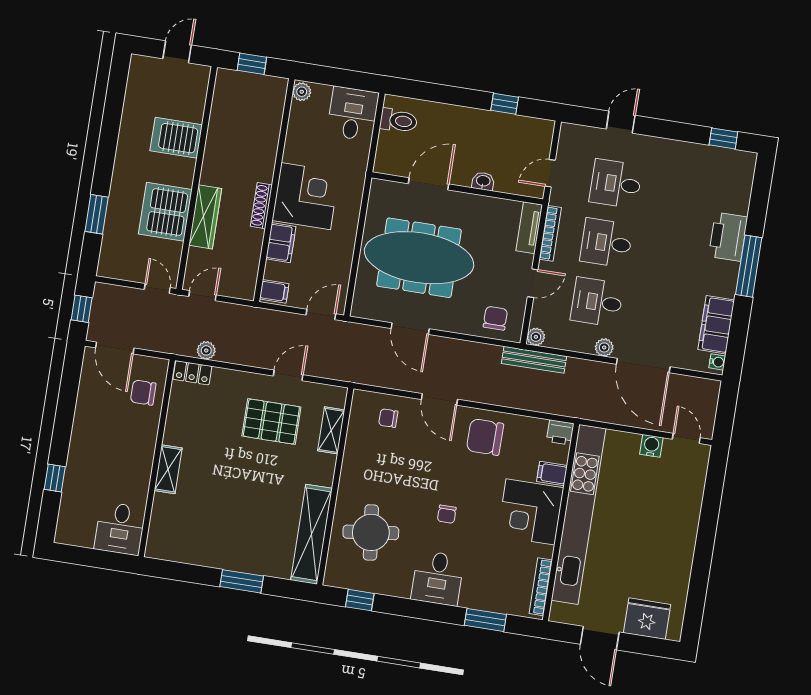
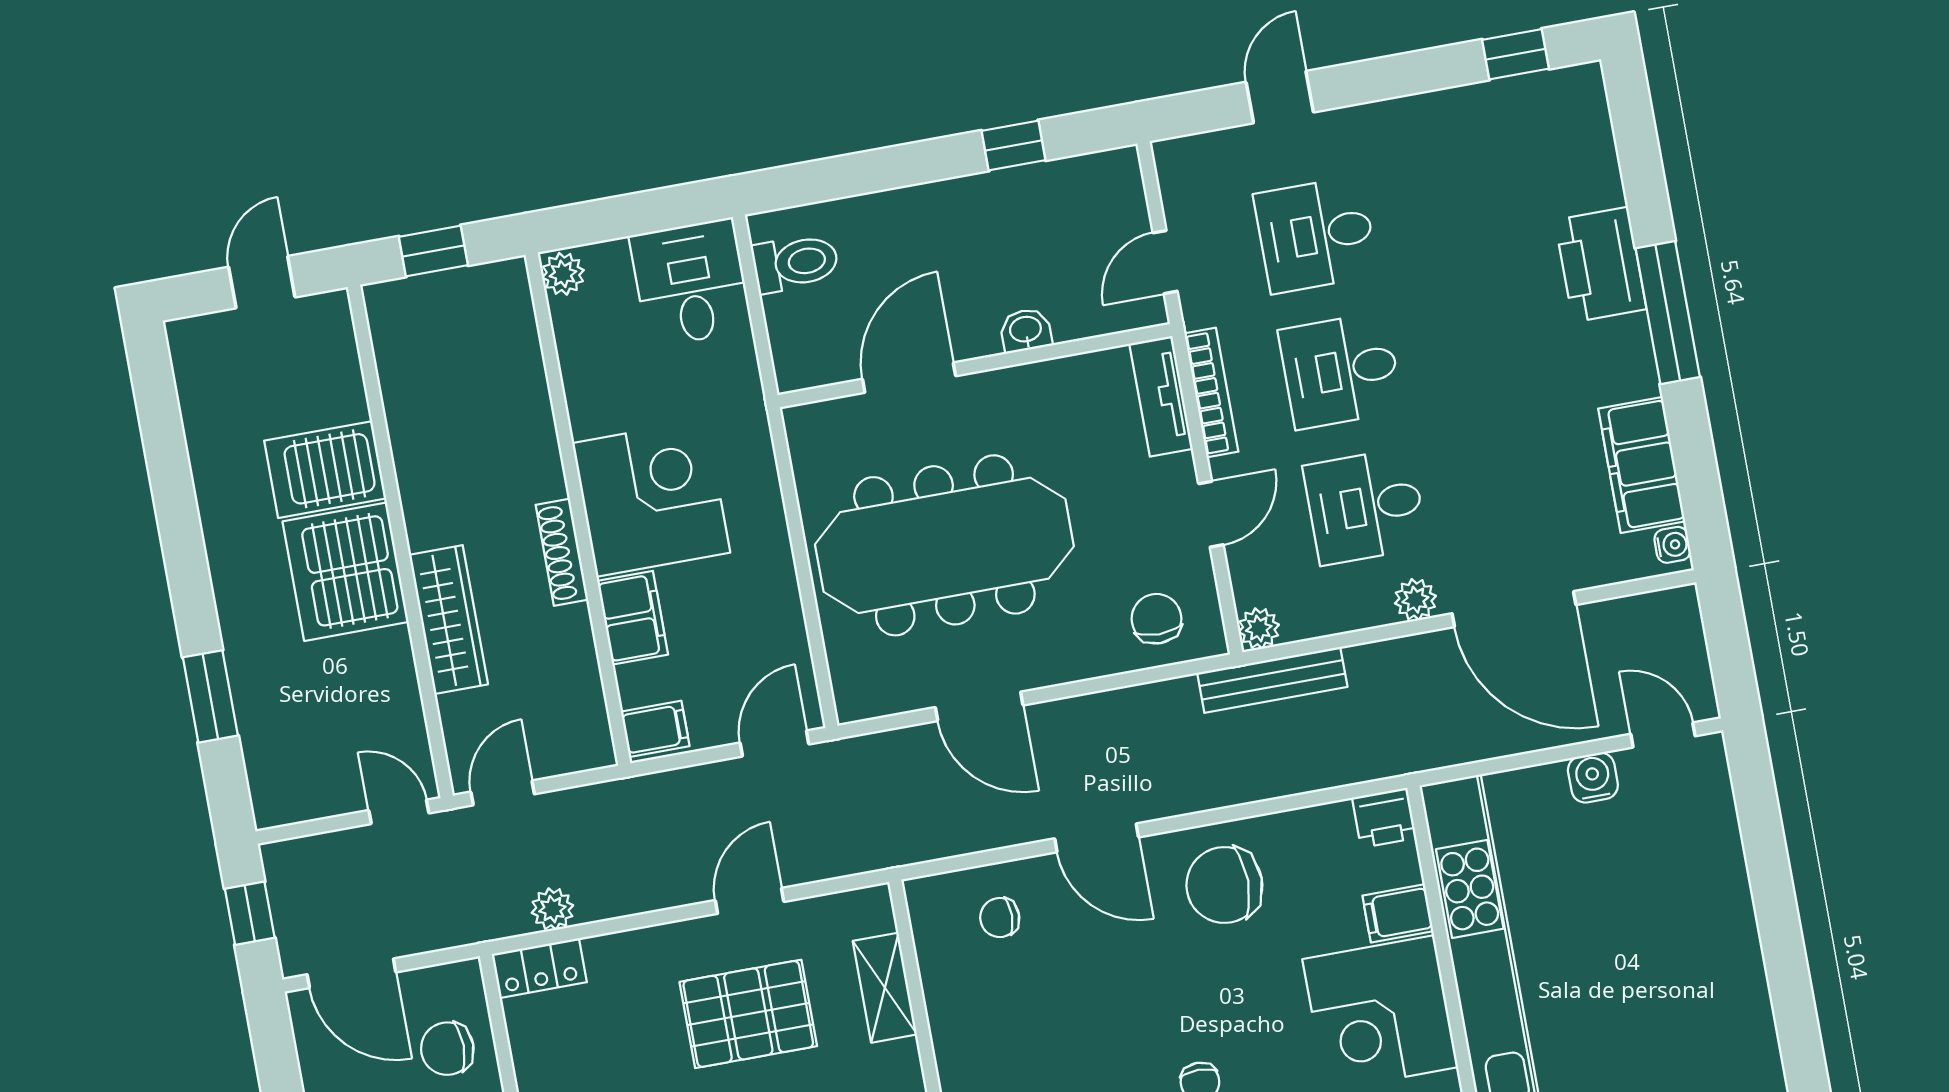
server rack: (165, 212) -> (346, 572), moved

